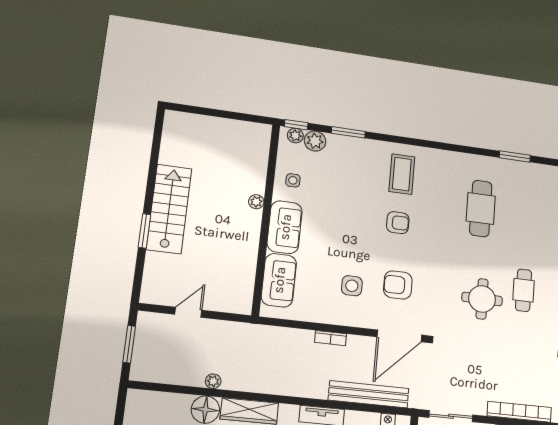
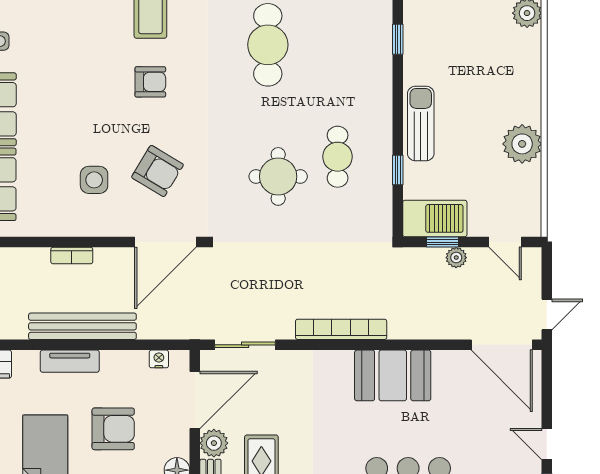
armchair: (398, 285) -> (157, 171), turned -149
bench: (369, 394) -> (82, 326), moved

